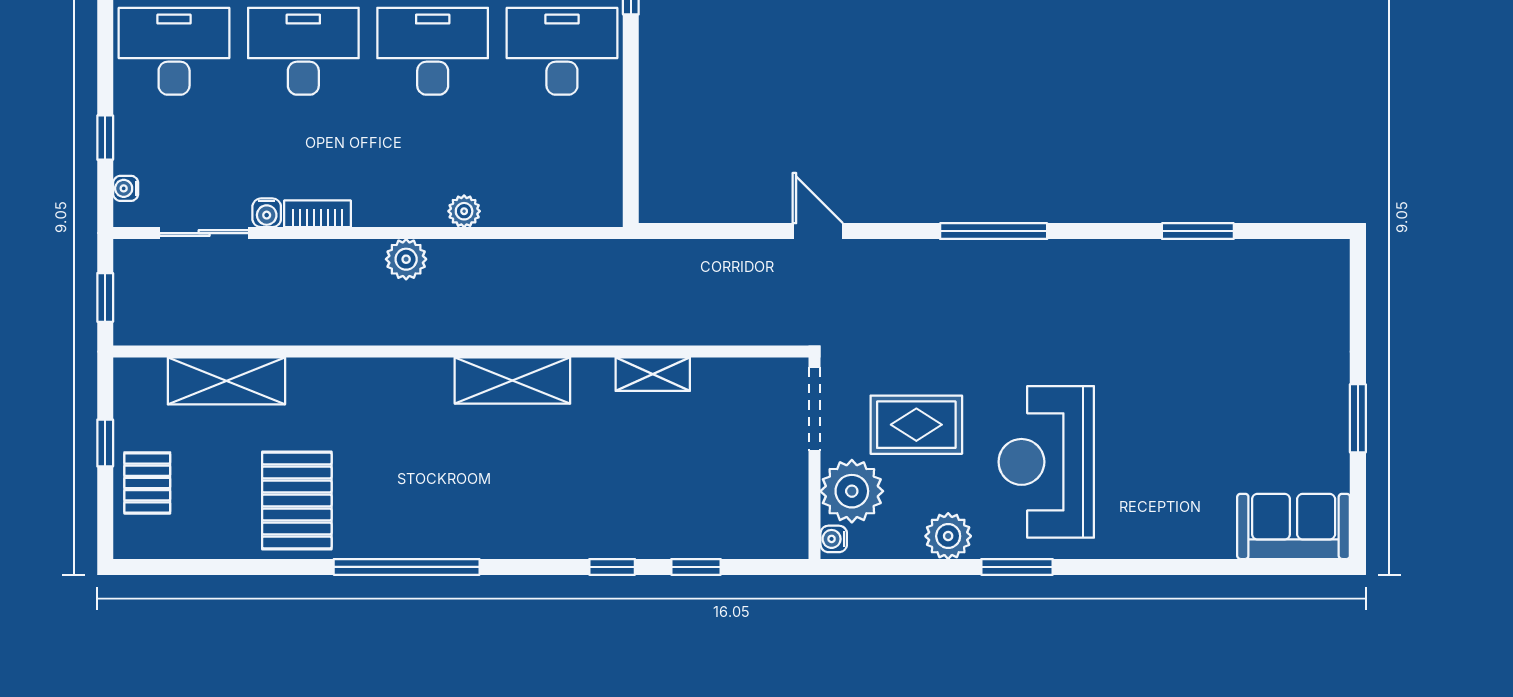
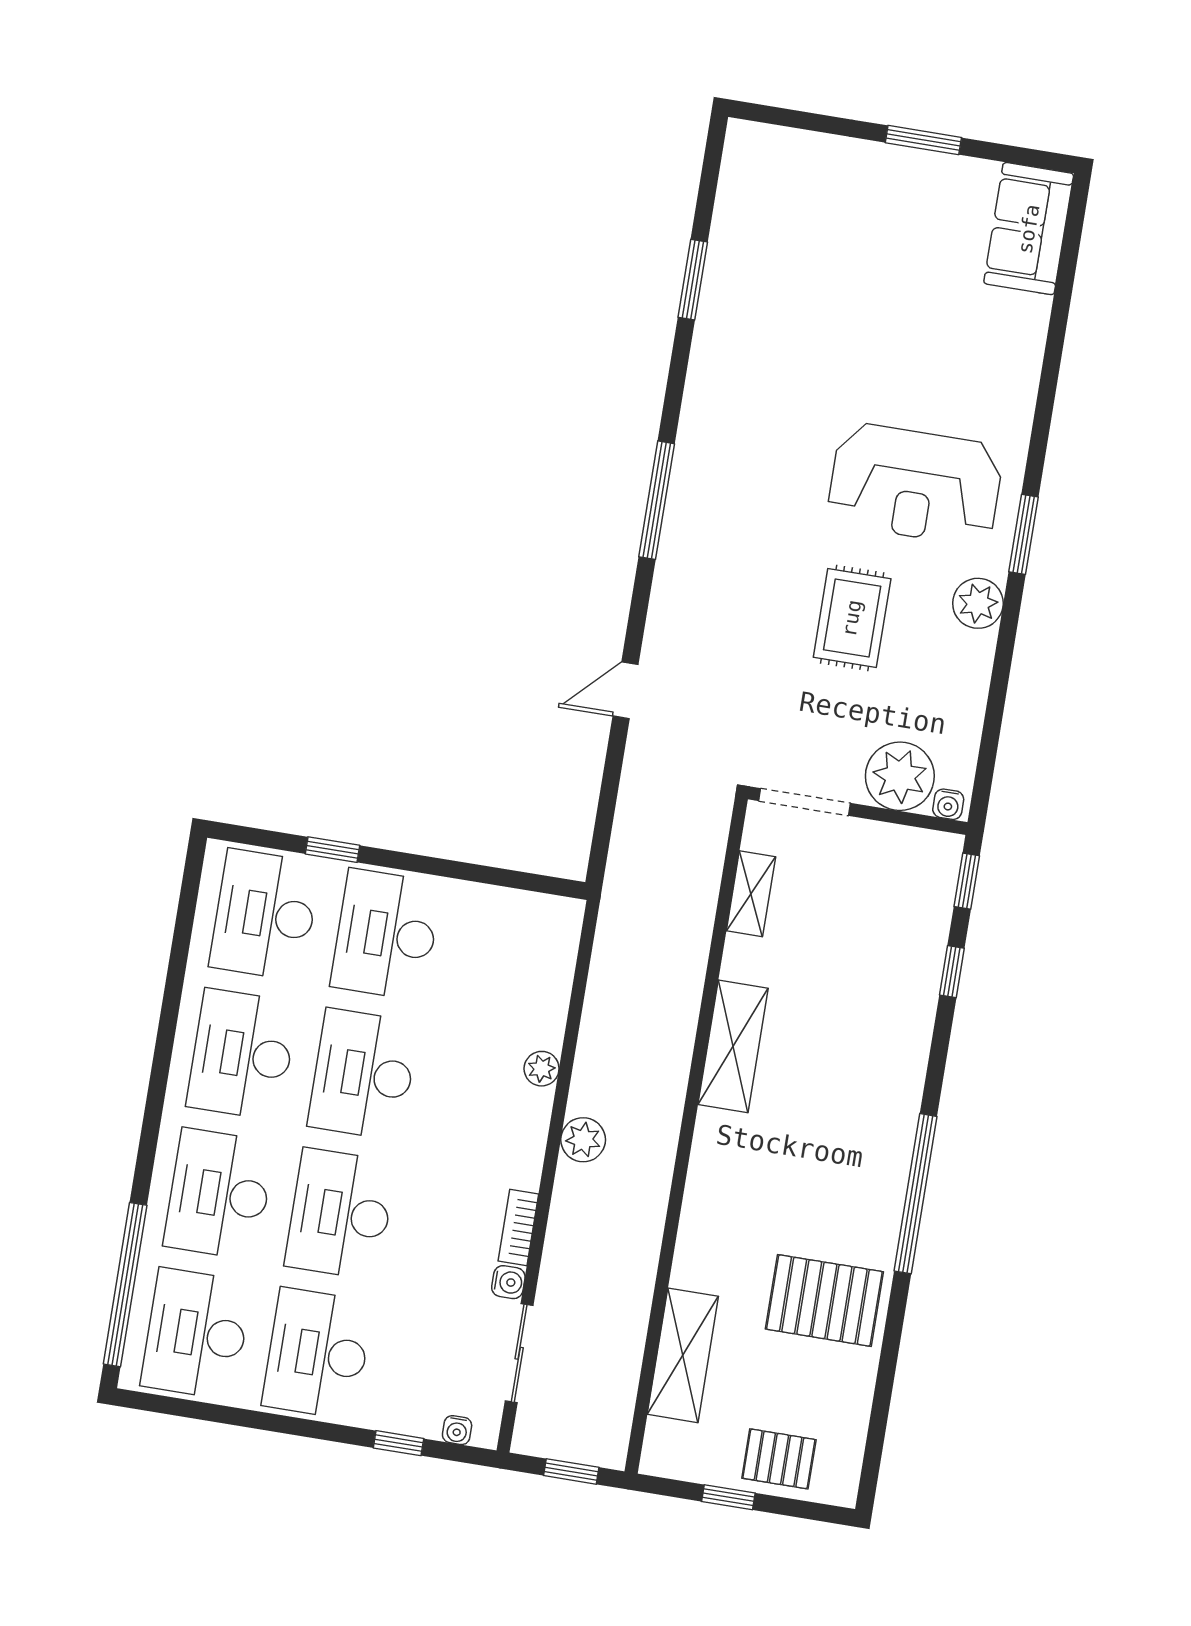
doorway: (815, 409) -> (805, 802), moved
wall: (815, 458) -> (858, 811), moved
plant: (852, 491) -> (900, 776), moved
water cooler: (834, 539) -> (948, 804), moved

